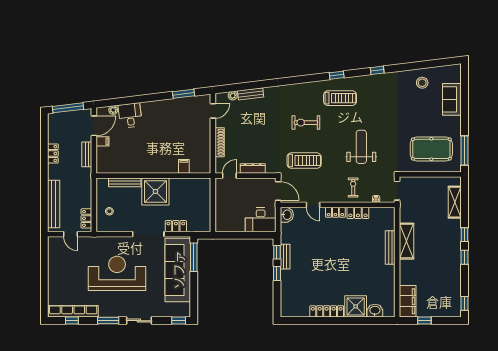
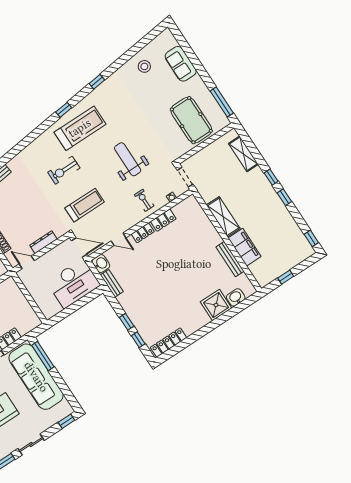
treadmill: (340, 98) -> (80, 128), width x1.37, depth x1.38
pool table: (431, 149) -> (191, 120), turned 90
door: (229, 176) -> (27, 262), hinge flipped
desk: (261, 220) -> (74, 283), width x1.36, depth x1.30
bench: (390, 248) -> (230, 259), moved
window: (277, 252) -> (138, 340), moved
bench: (285, 257) -> (112, 283), moved
filing cabinet: (408, 301) -> (245, 247), moved
locker: (327, 311) -> (168, 343), moved

